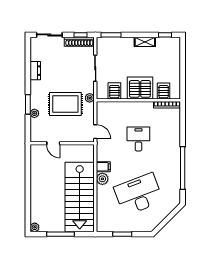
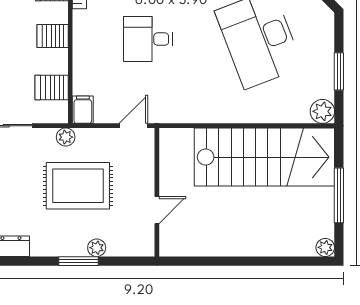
server rack: (140, 88) -> (53, 36), width x0.46, depth x0.70
rug: (65, 104) -> (78, 186), turned 90
filing cabinet: (103, 167) -> (83, 110), moved
plant: (102, 179) -> (322, 111), moved

